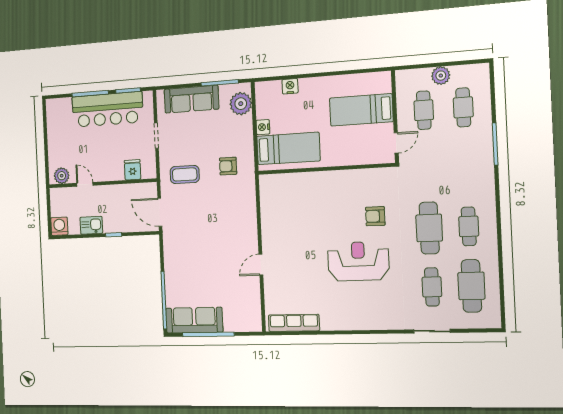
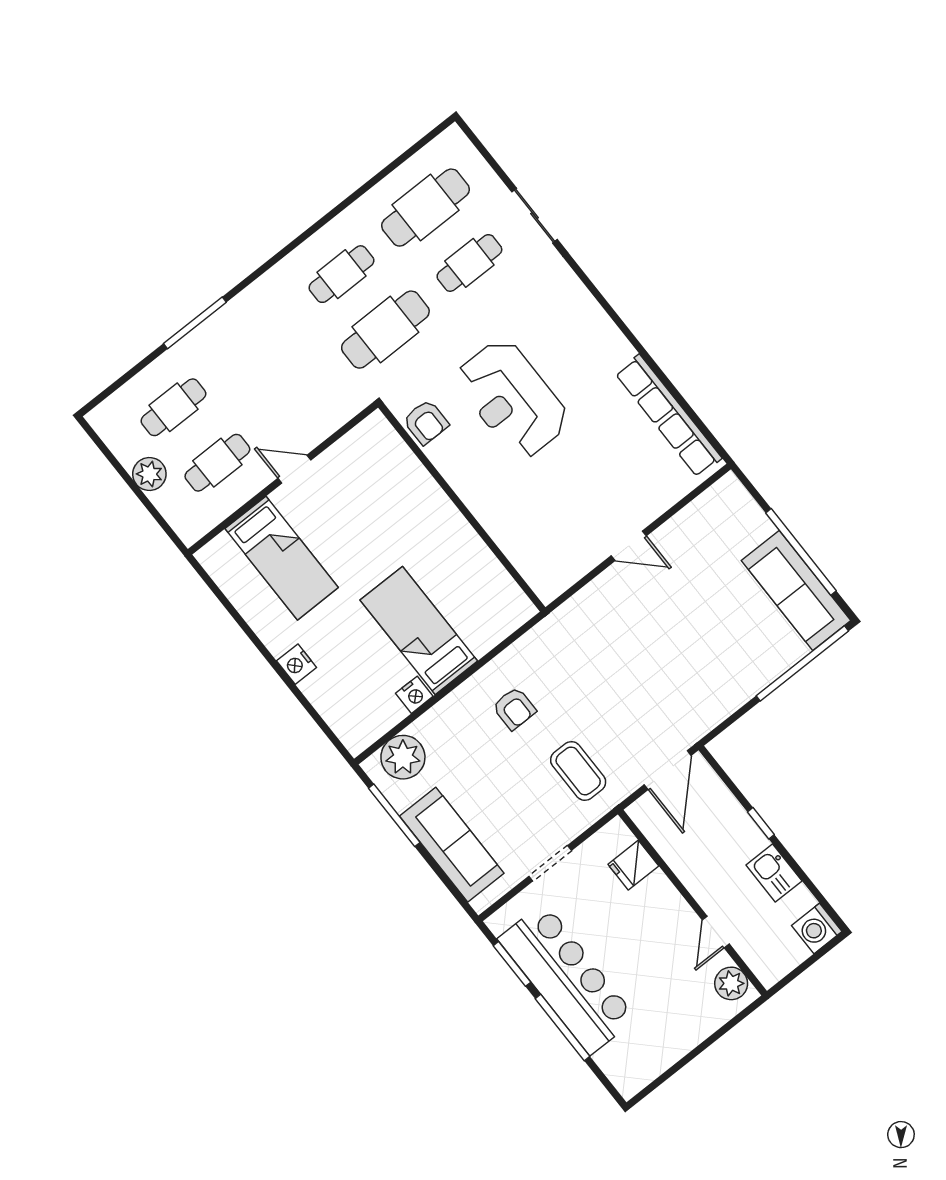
nightstand: (290, 86) -> (297, 664), moved
wall: (326, 169) -> (462, 507), moved
row of seats: (294, 323) -> (668, 416), width x1.36

